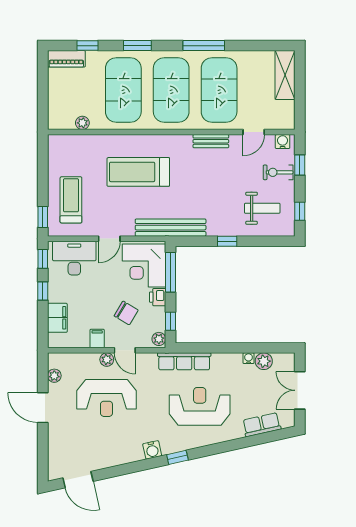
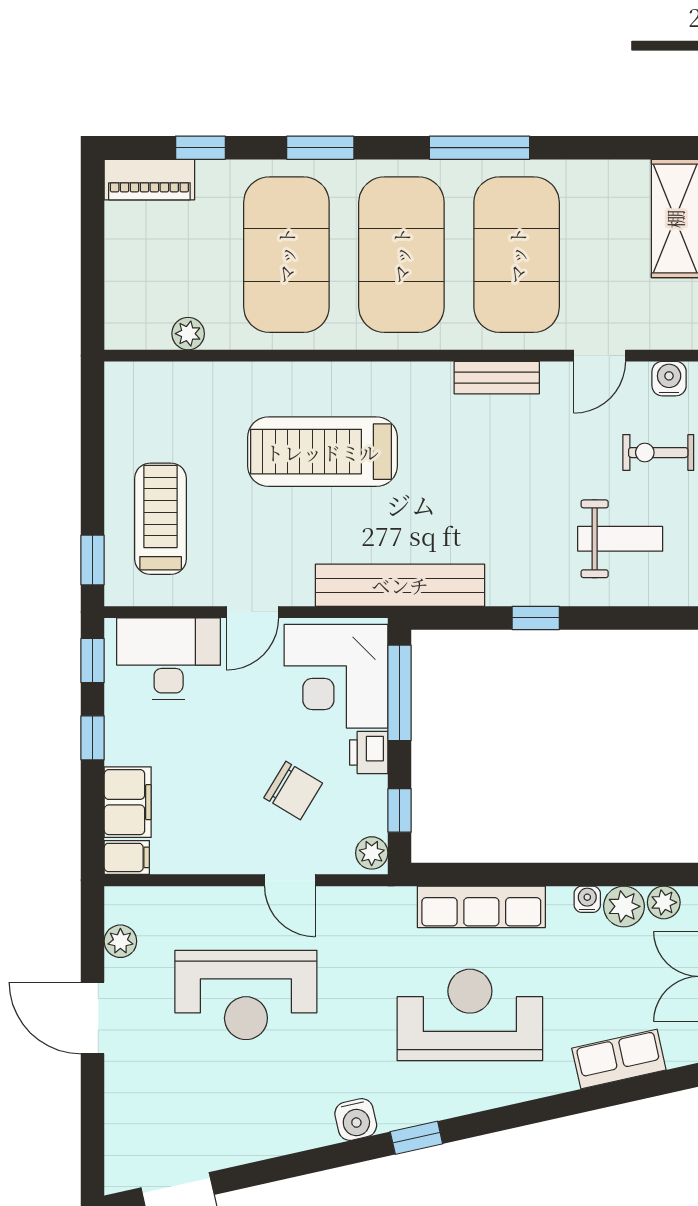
filing cabinet: (97, 338) -> (127, 857), moved, turned 90
plant: (107, 360) -> (664, 902), moved
row of seats: (184, 361) -> (481, 907), moved

